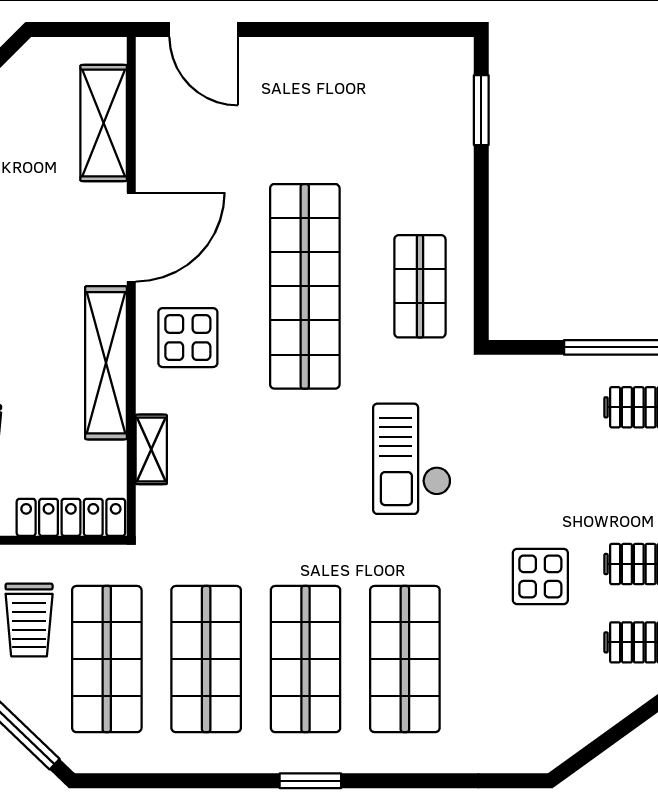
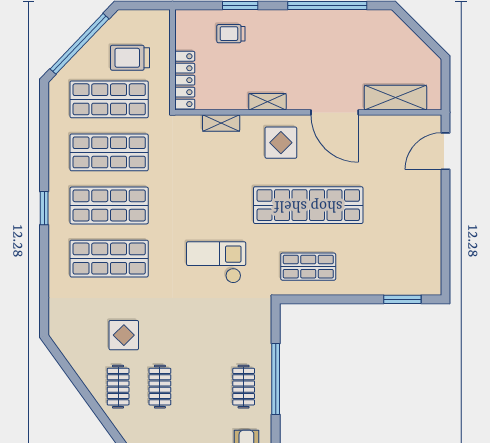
shelving: (106, 363) -> (267, 102), width x0.45, depth x0.75
display table: (540, 576) -> (124, 335), moved

